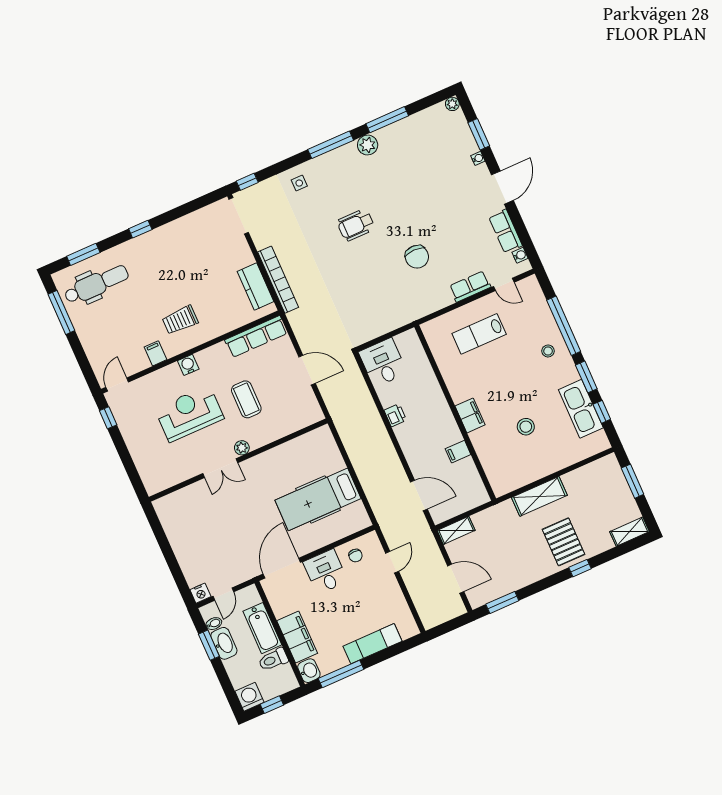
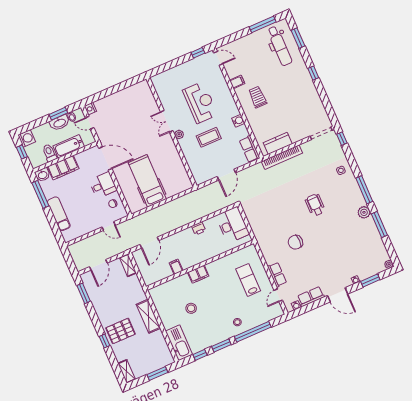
row of seats: (256, 337) -> (250, 149), width x0.68
desk: (383, 363) -> (233, 225), width x1.37
water cooler: (188, 365) -> (238, 121), moved
kitchen sink: (581, 409) -> (179, 343), moved, turned 90

